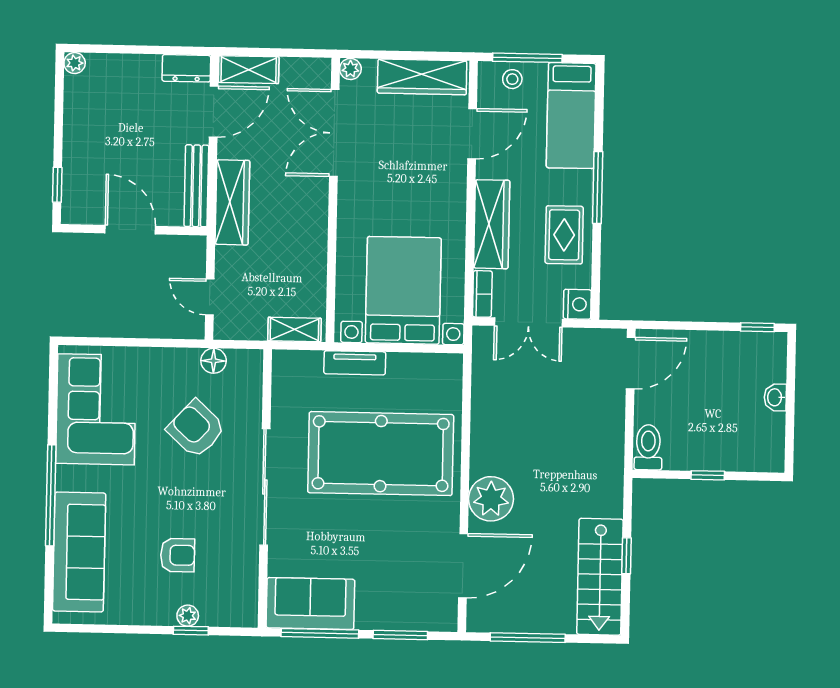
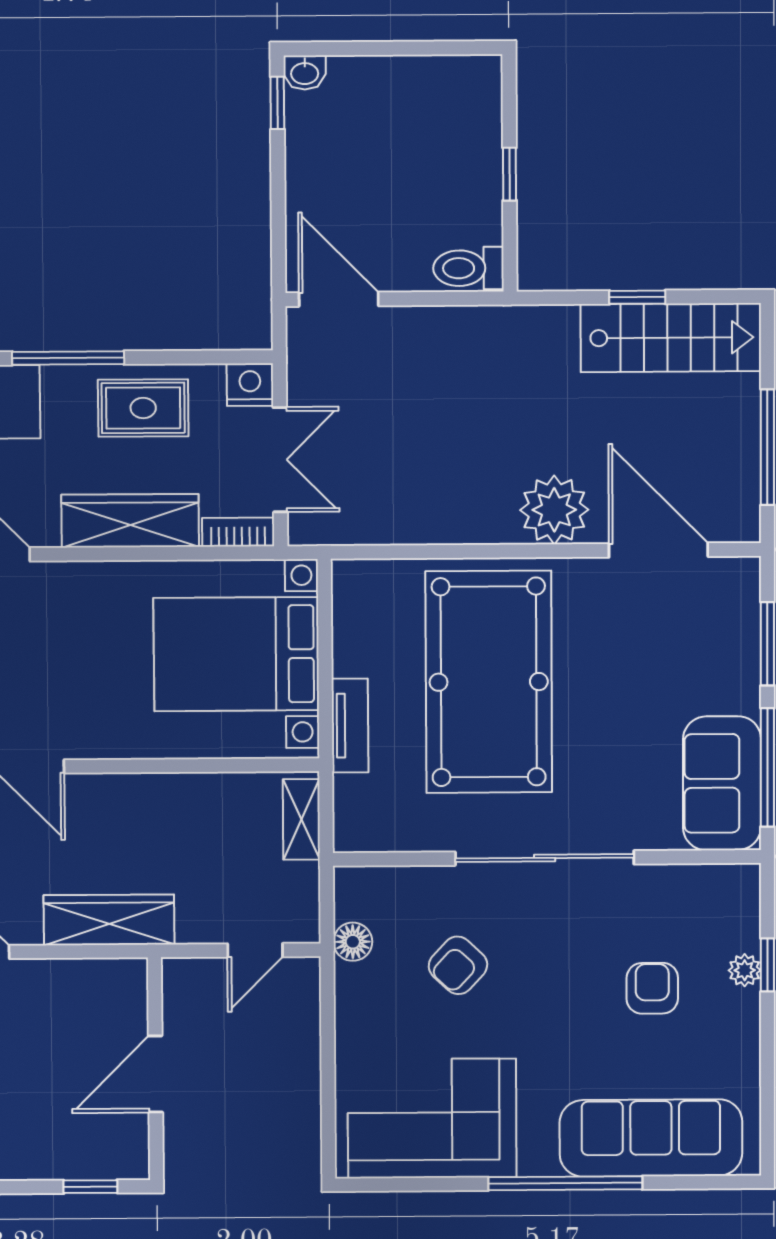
bench: (196, 186) -> (85, 975), removed
washbasin: (775, 397) -> (305, 73), moved
armchair: (196, 429) -> (458, 965), width x0.72, depth x0.72

